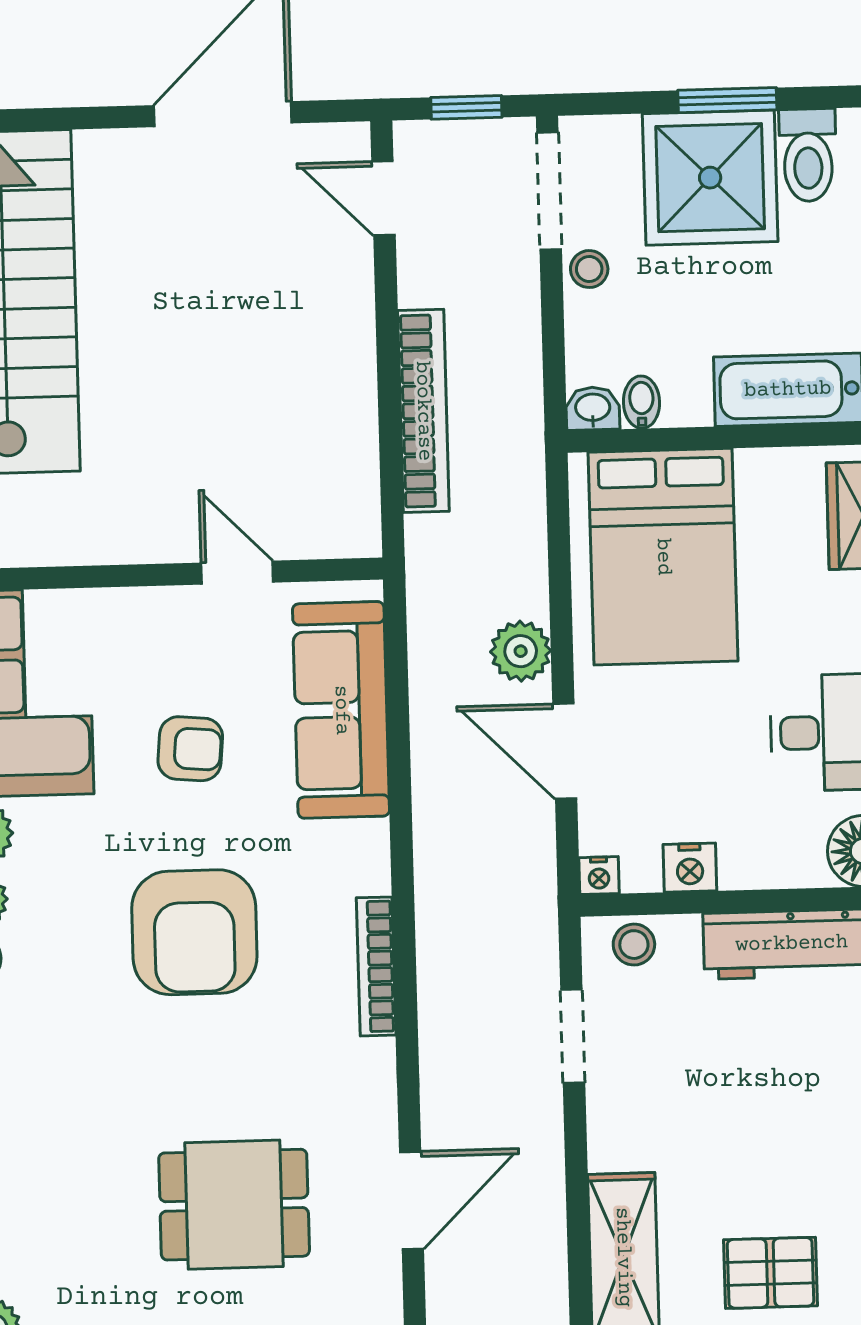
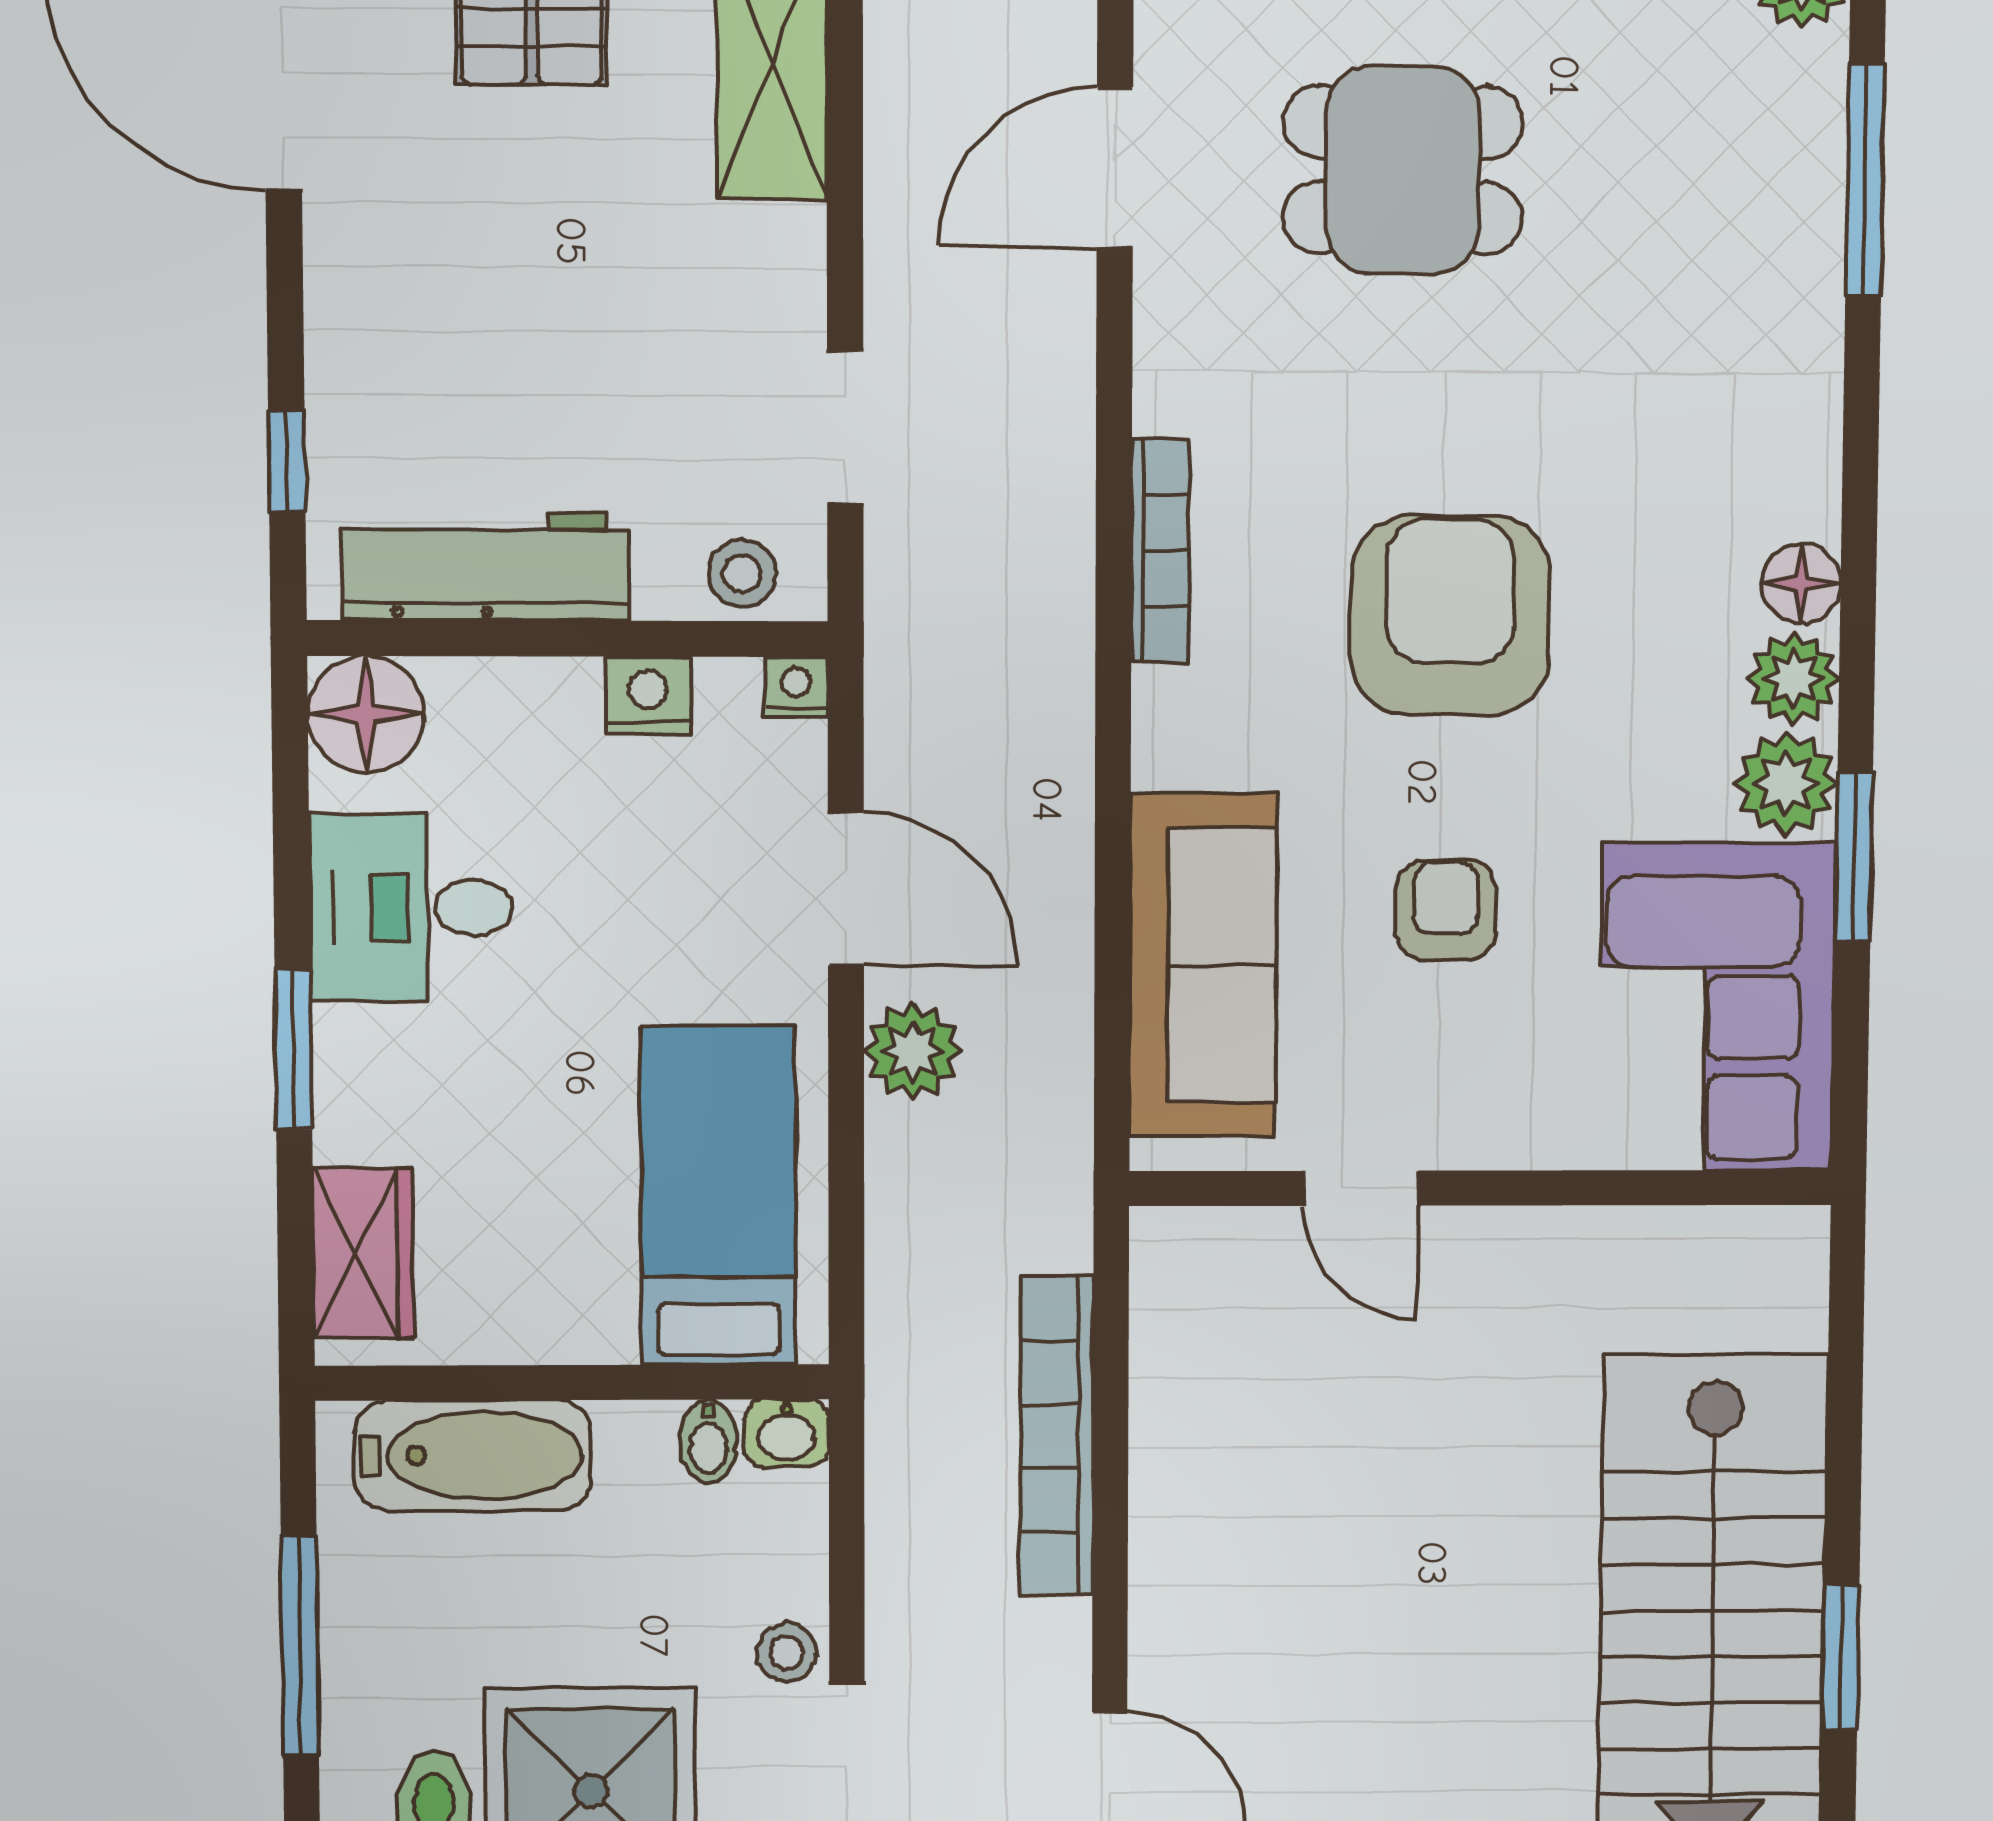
bed: (663, 557) -> (718, 1196), width x0.67
armchair: (190, 749) -> (1446, 910), turned 85

